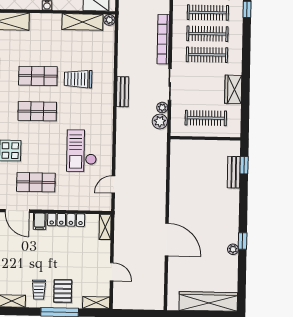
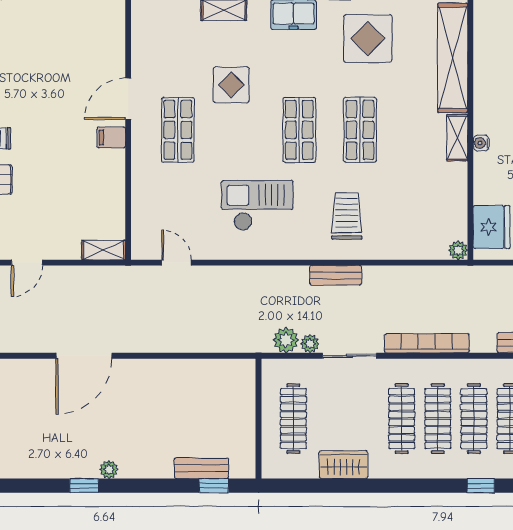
shelving: (82, 22) -> (457, 138), moved, width x0.67, depth x0.75
trolley: (78, 79) -> (347, 216), moved
checkout: (82, 151) -> (257, 205), moved
locker: (66, 220) -> (114, 183), removed
plant: (233, 249) -> (109, 470), moved

